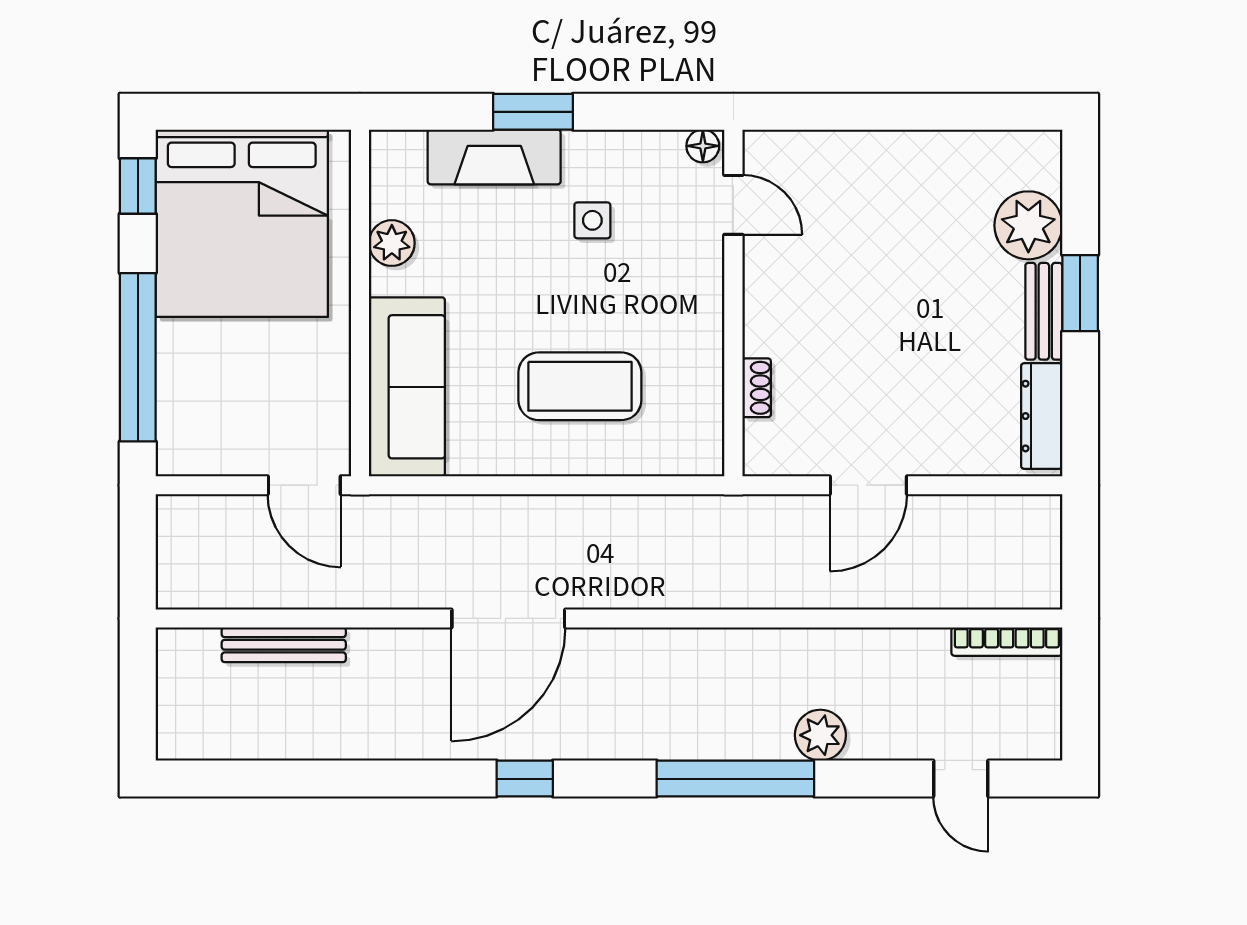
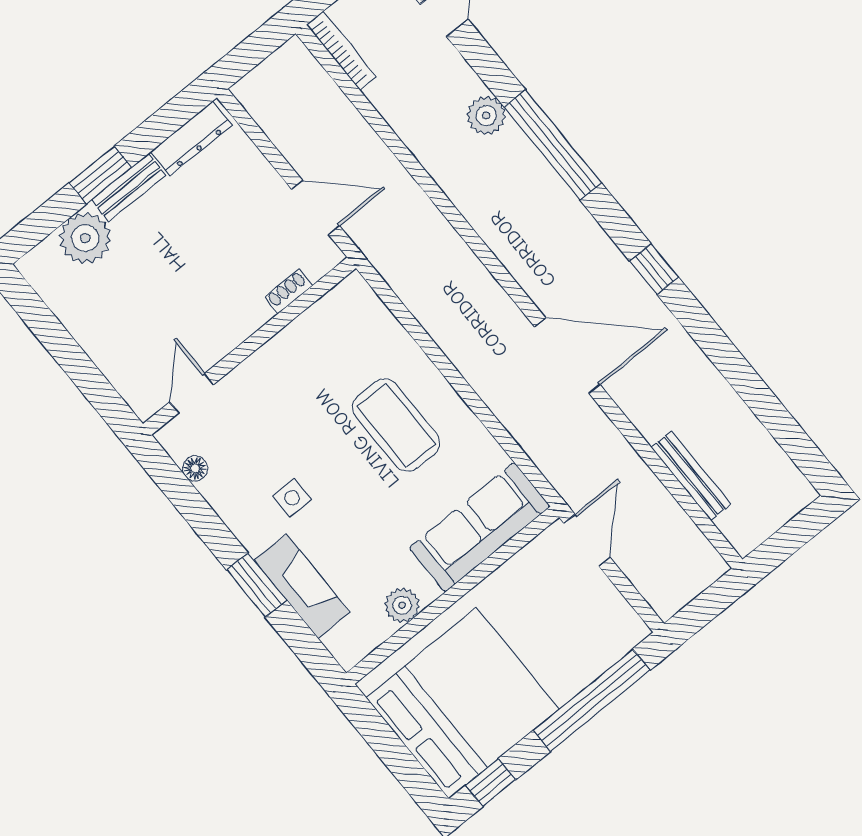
door: (733, 205) -> (192, 393), moved
wall: (733, 303) -> (249, 346), moved
shoe rack: (757, 388) -> (288, 291), moved

